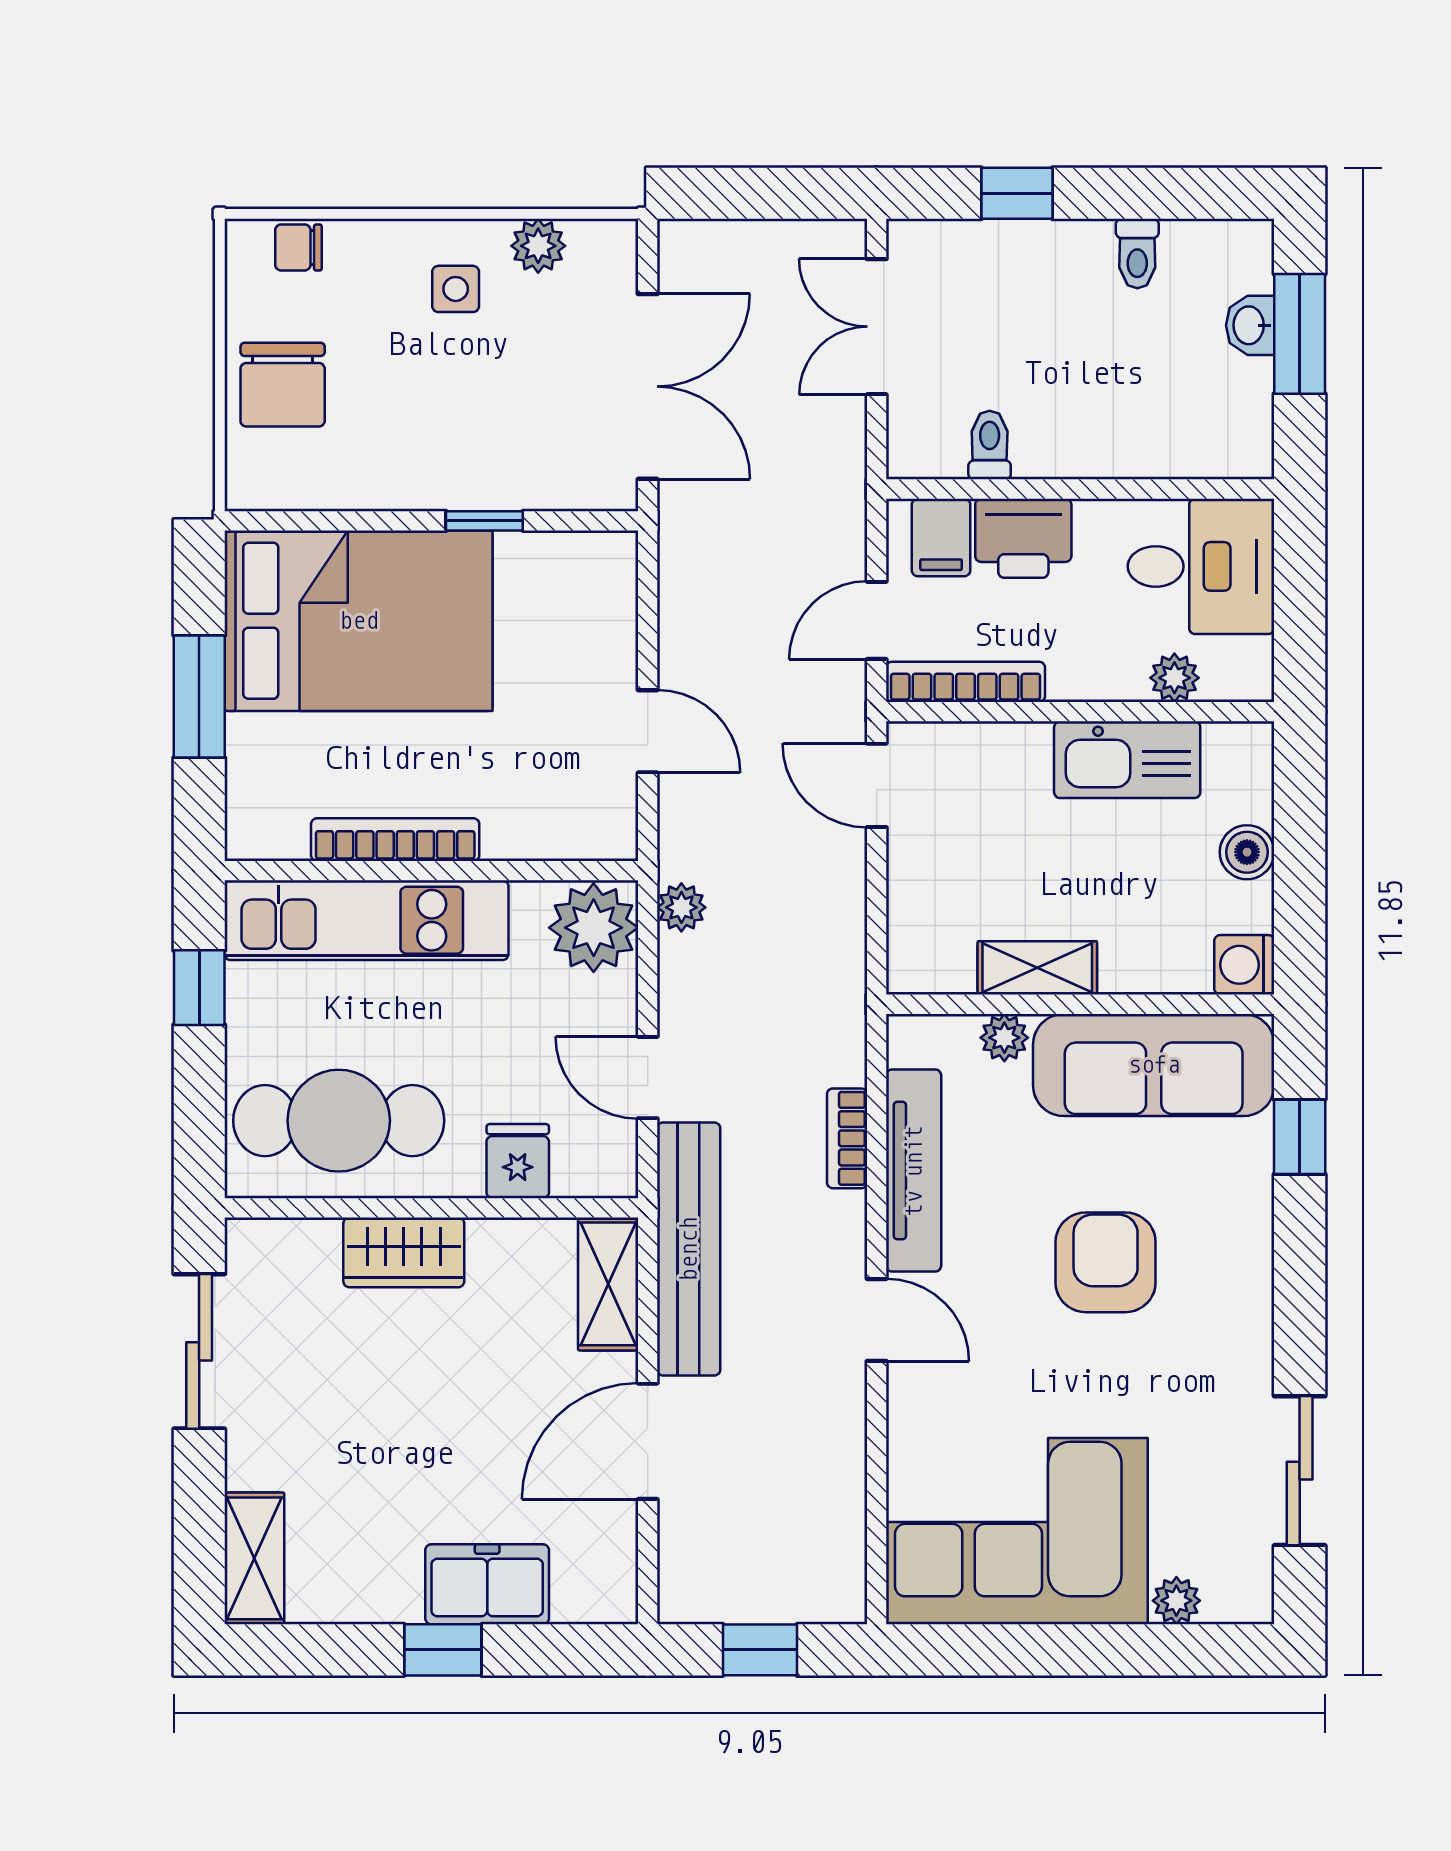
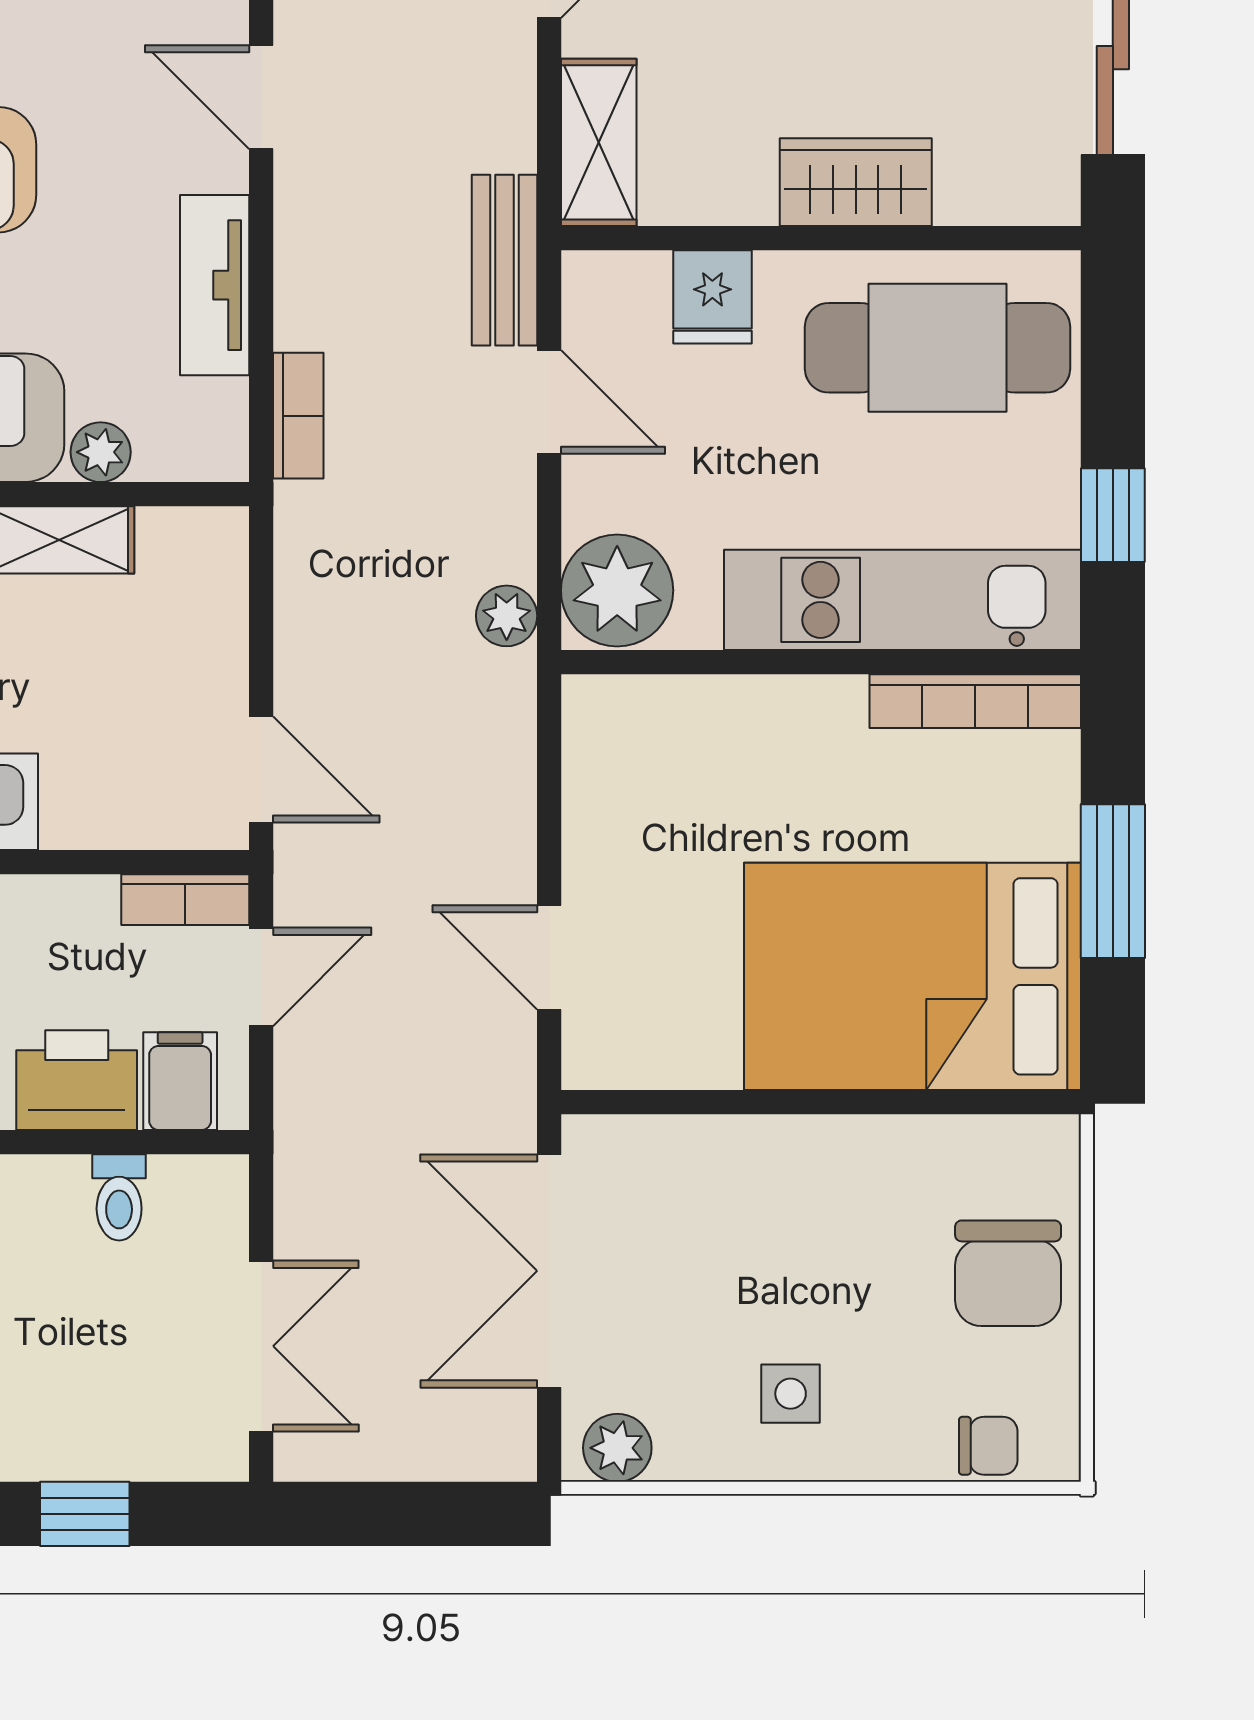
plant: (538, 246) -> (617, 1448), moved
chair: (283, 385) -> (1008, 1273), turned 180
window: (484, 521) -> (754, 1102), removed
bookcase: (965, 682) -> (185, 900), width x0.64
door: (648, 731) -> (549, 957), moved
bookcase: (395, 840) -> (975, 701), moved
bookcase: (847, 1138) -> (298, 416), moved
tv unit: (914, 1171) -> (215, 285), width x0.71
bench: (689, 1249) -> (504, 260), width x0.54, depth x0.82

